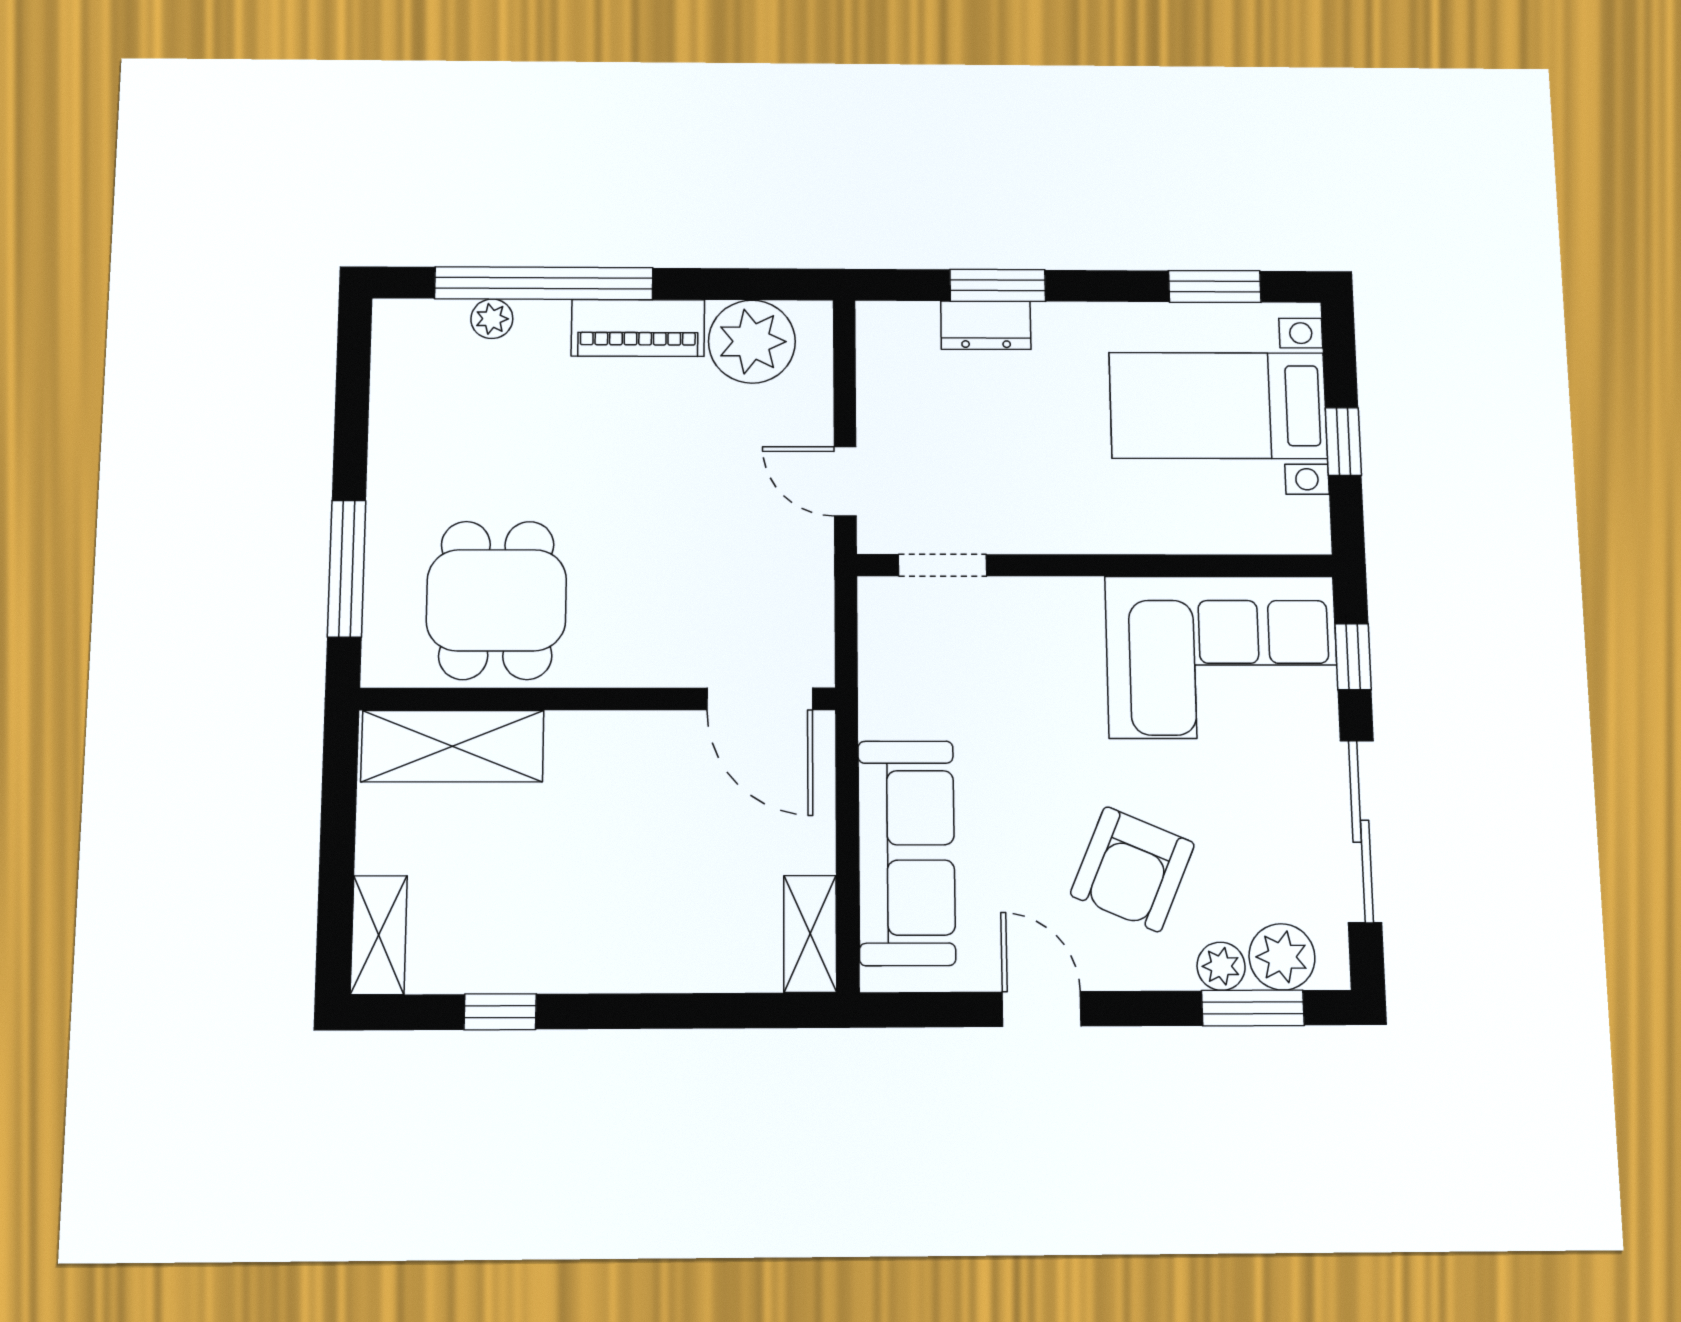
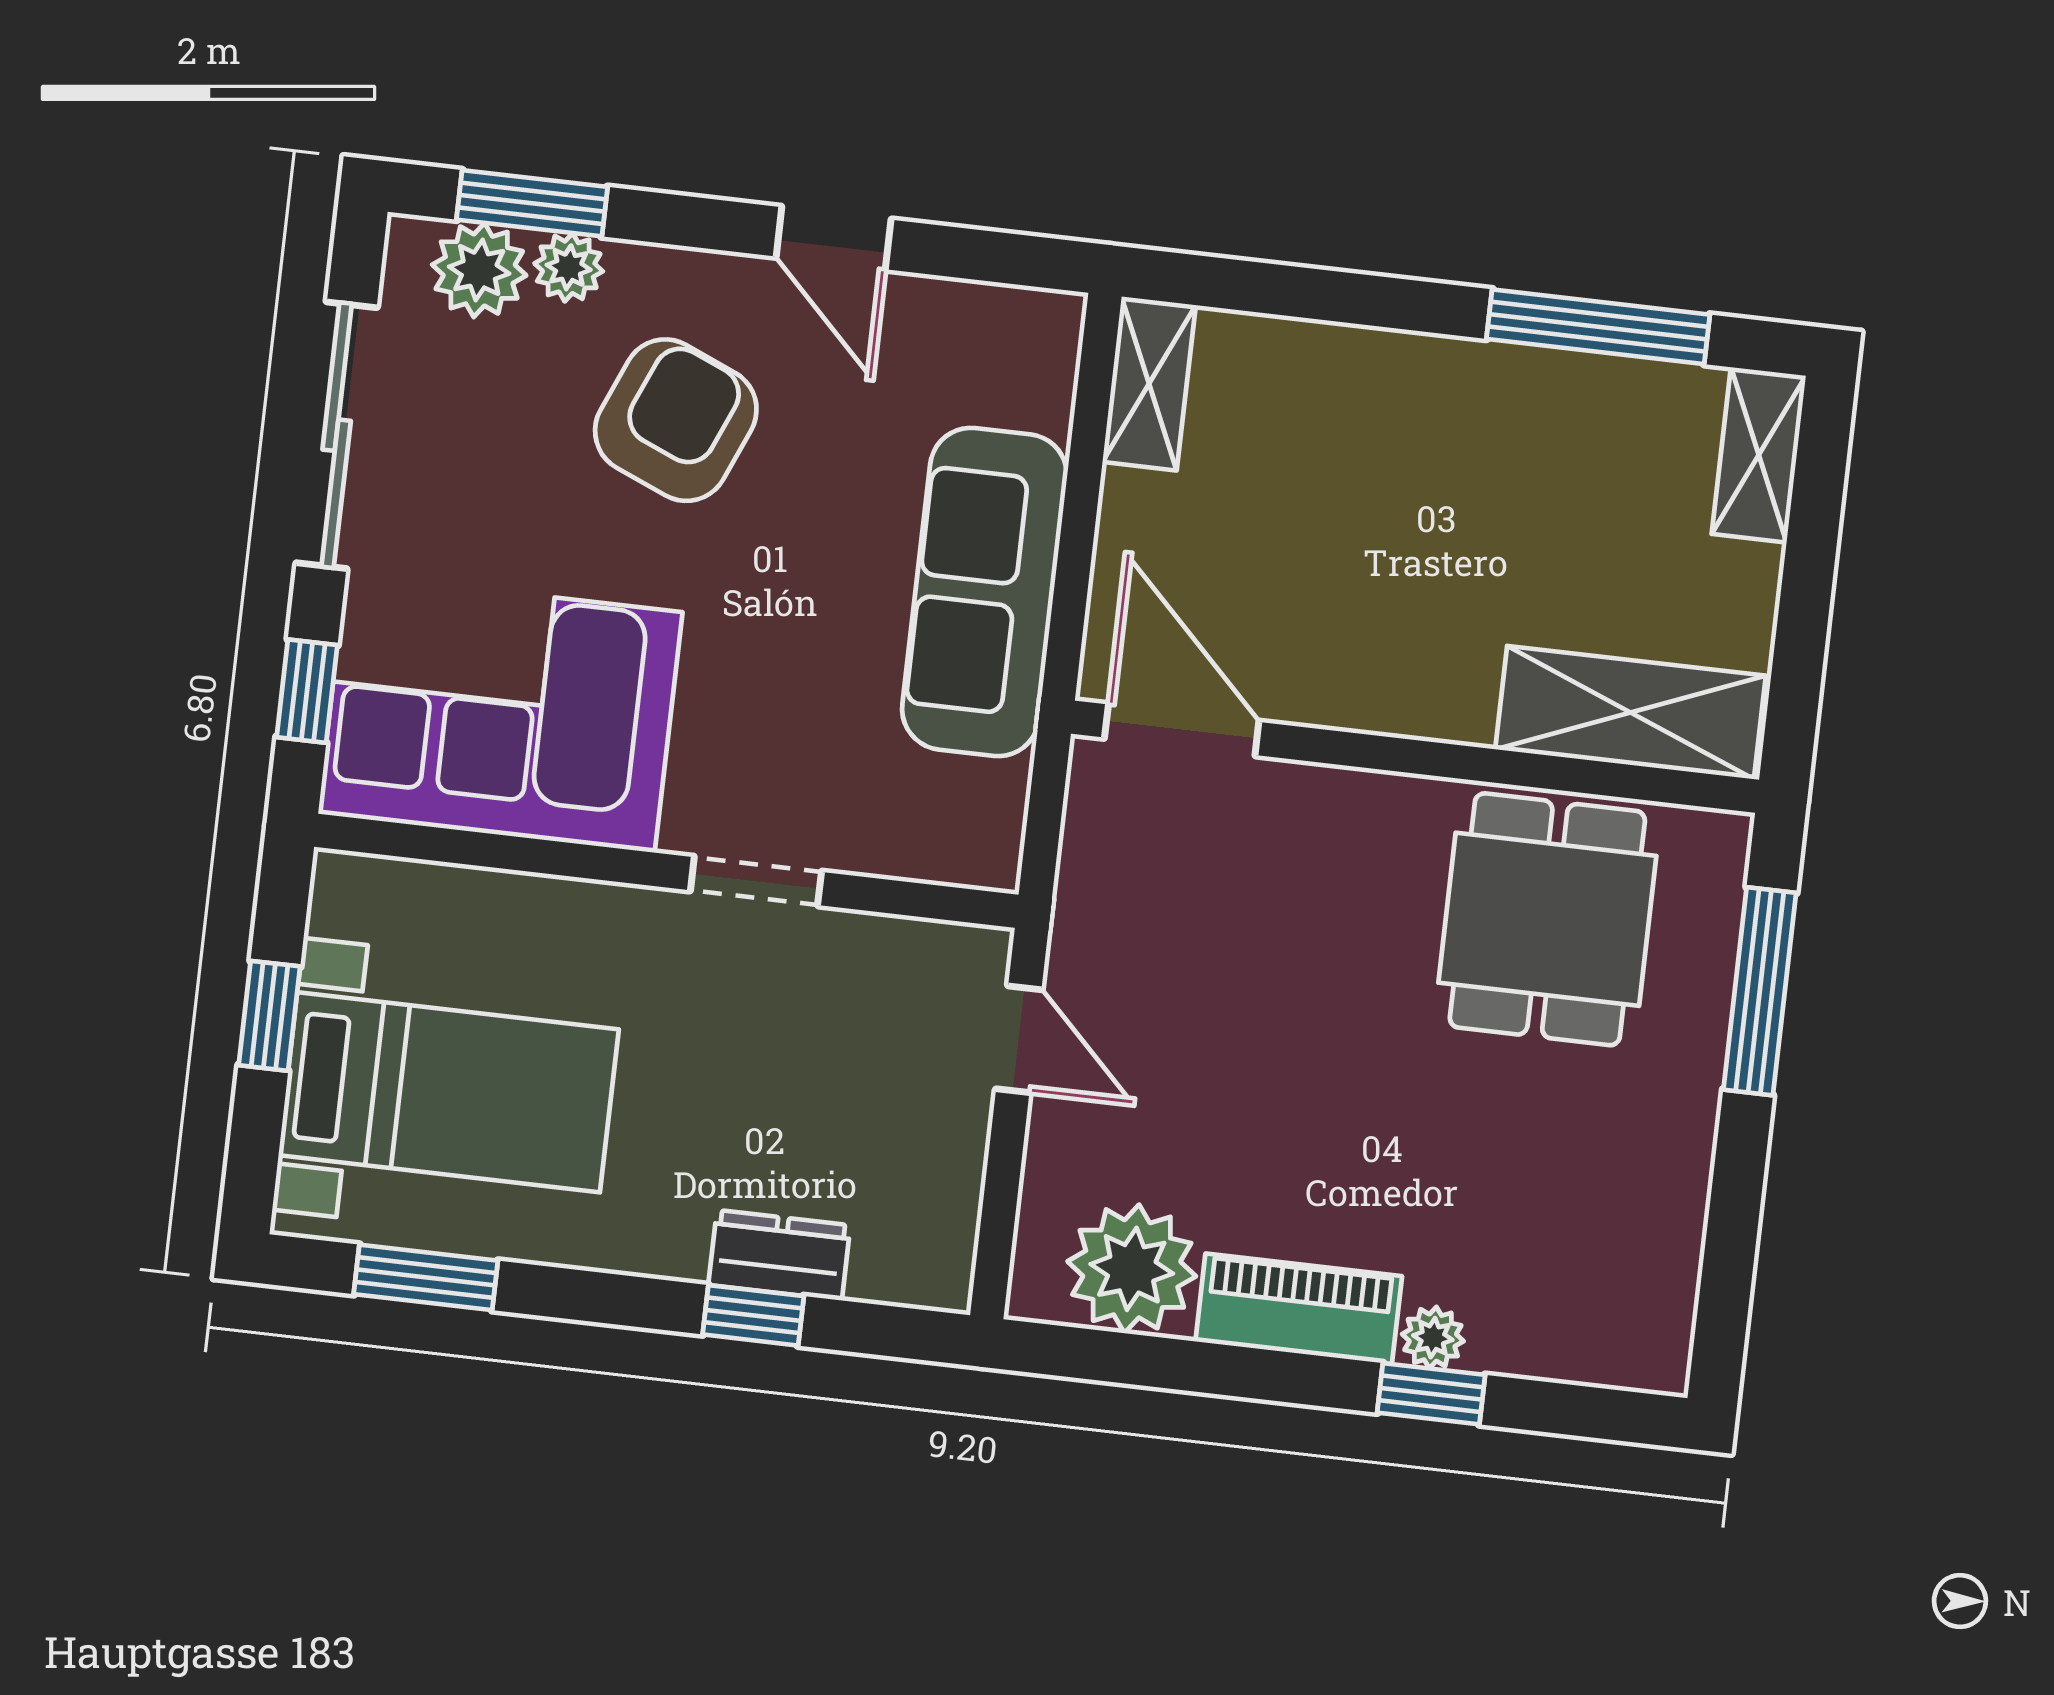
window: (544, 283) -> (1431, 1394), width x0.32
window: (998, 285) -> (753, 1315), width x0.67
plant: (492, 319) -> (1433, 1338), moved
doorway: (943, 565) -> (756, 881), moved
sofa: (907, 853) -> (985, 592), moved
window: (500, 1012) -> (1598, 327), width x2.17

